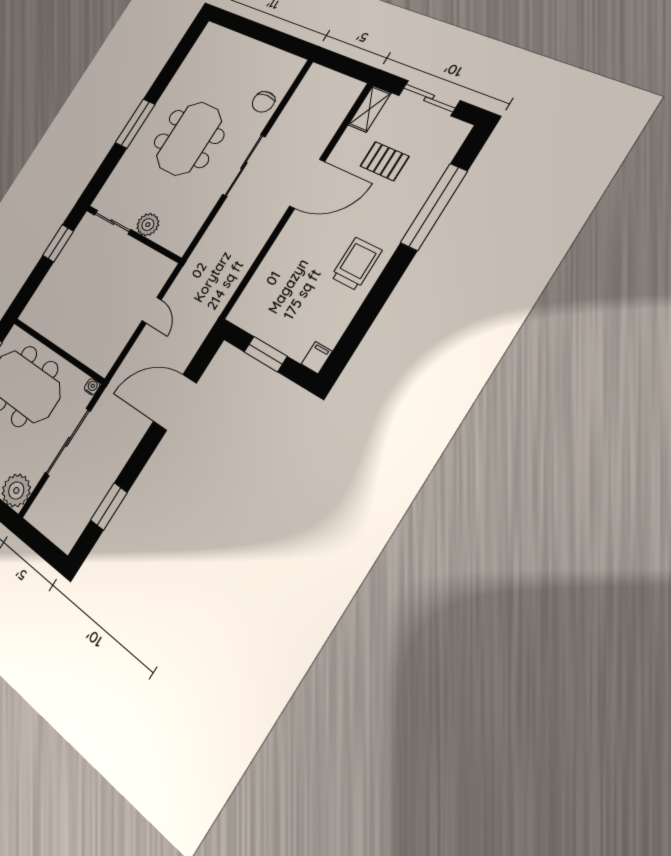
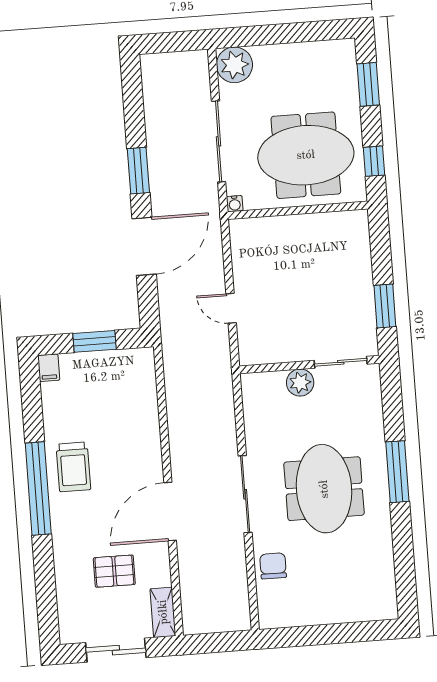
window: (434, 207) -> (38, 489), moved
window: (109, 506) -> (138, 171), moved

